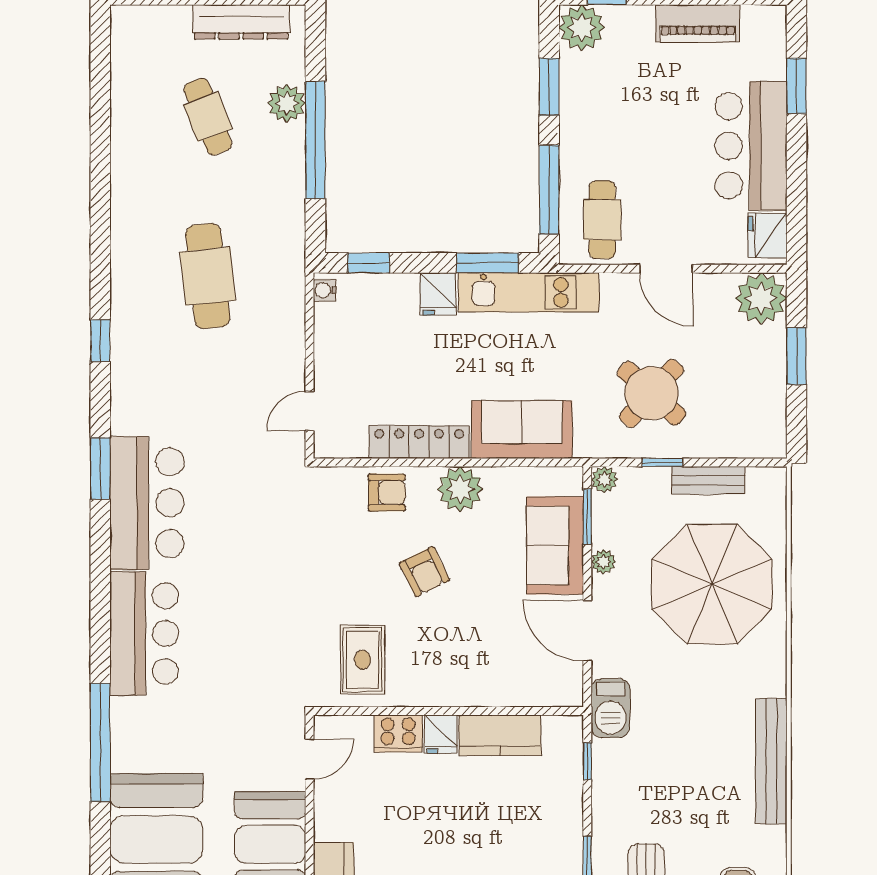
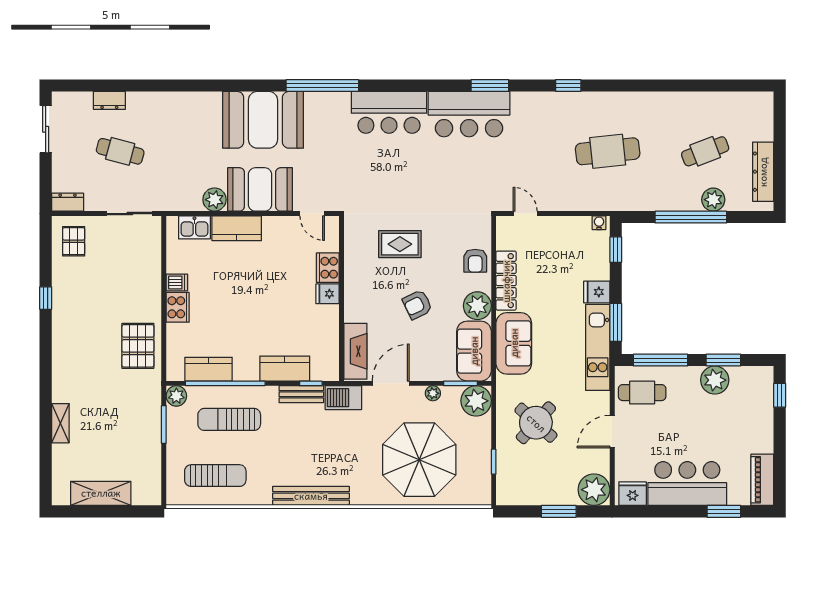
piano: (698, 23) -> (762, 480), moved
plant: (582, 28) -> (715, 380), moved
window: (662, 462) -> (494, 462), moved
plant: (604, 480) -> (476, 401), width x1.88, depth x1.88
bench: (708, 480) -> (301, 394), moved, turned 90
sofa: (555, 545) -> (474, 351), moved, turned -90
armchair: (424, 572) -> (417, 305), moved
rug: (362, 660) -> (400, 244), moved
fireplace: (535, 688) -> (355, 351), added
kitchen counter: (500, 735) -> (285, 369), moved, turned 90

